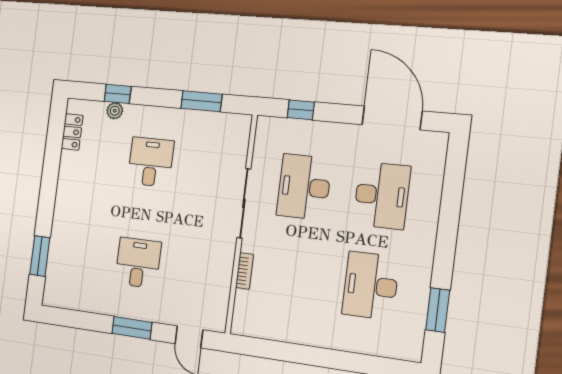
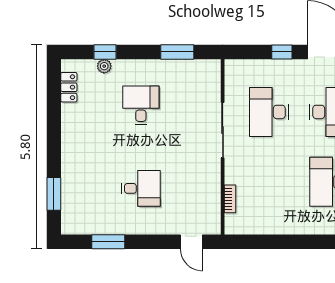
window: (301, 110) -> (282, 52), moved
desk: (138, 263) -> (141, 188), turned 90
bookcase: (245, 271) -> (230, 199), moved
window: (132, 328) -> (108, 242), moved

